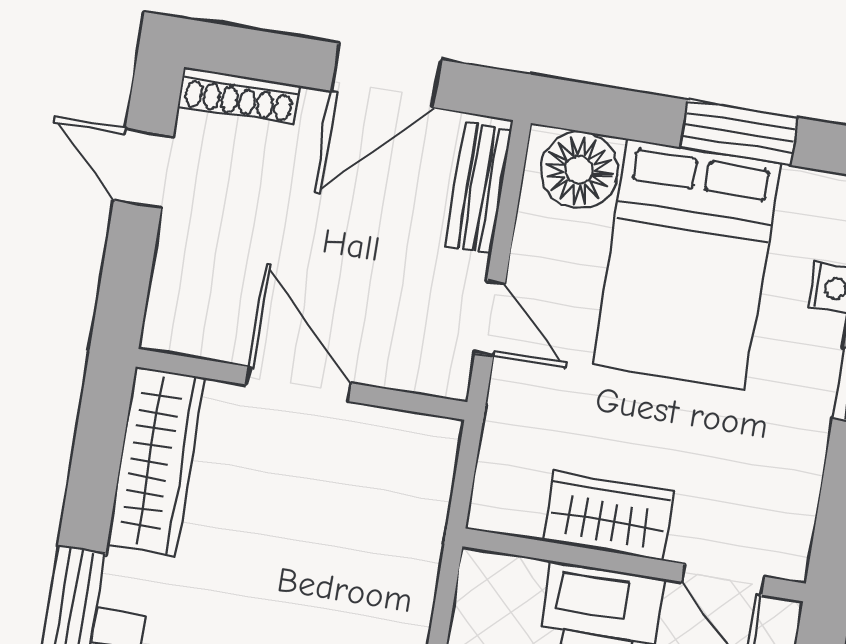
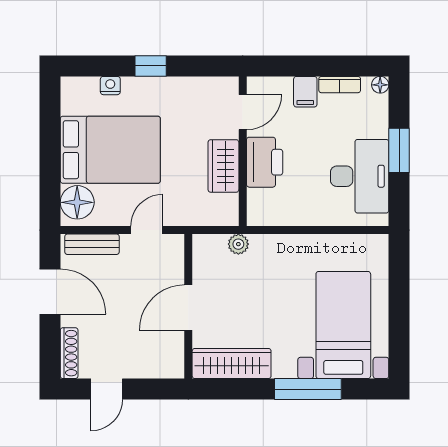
window: (739, 133) -> (50, 136), removed
plant: (425, 521) -> (238, 244), added

